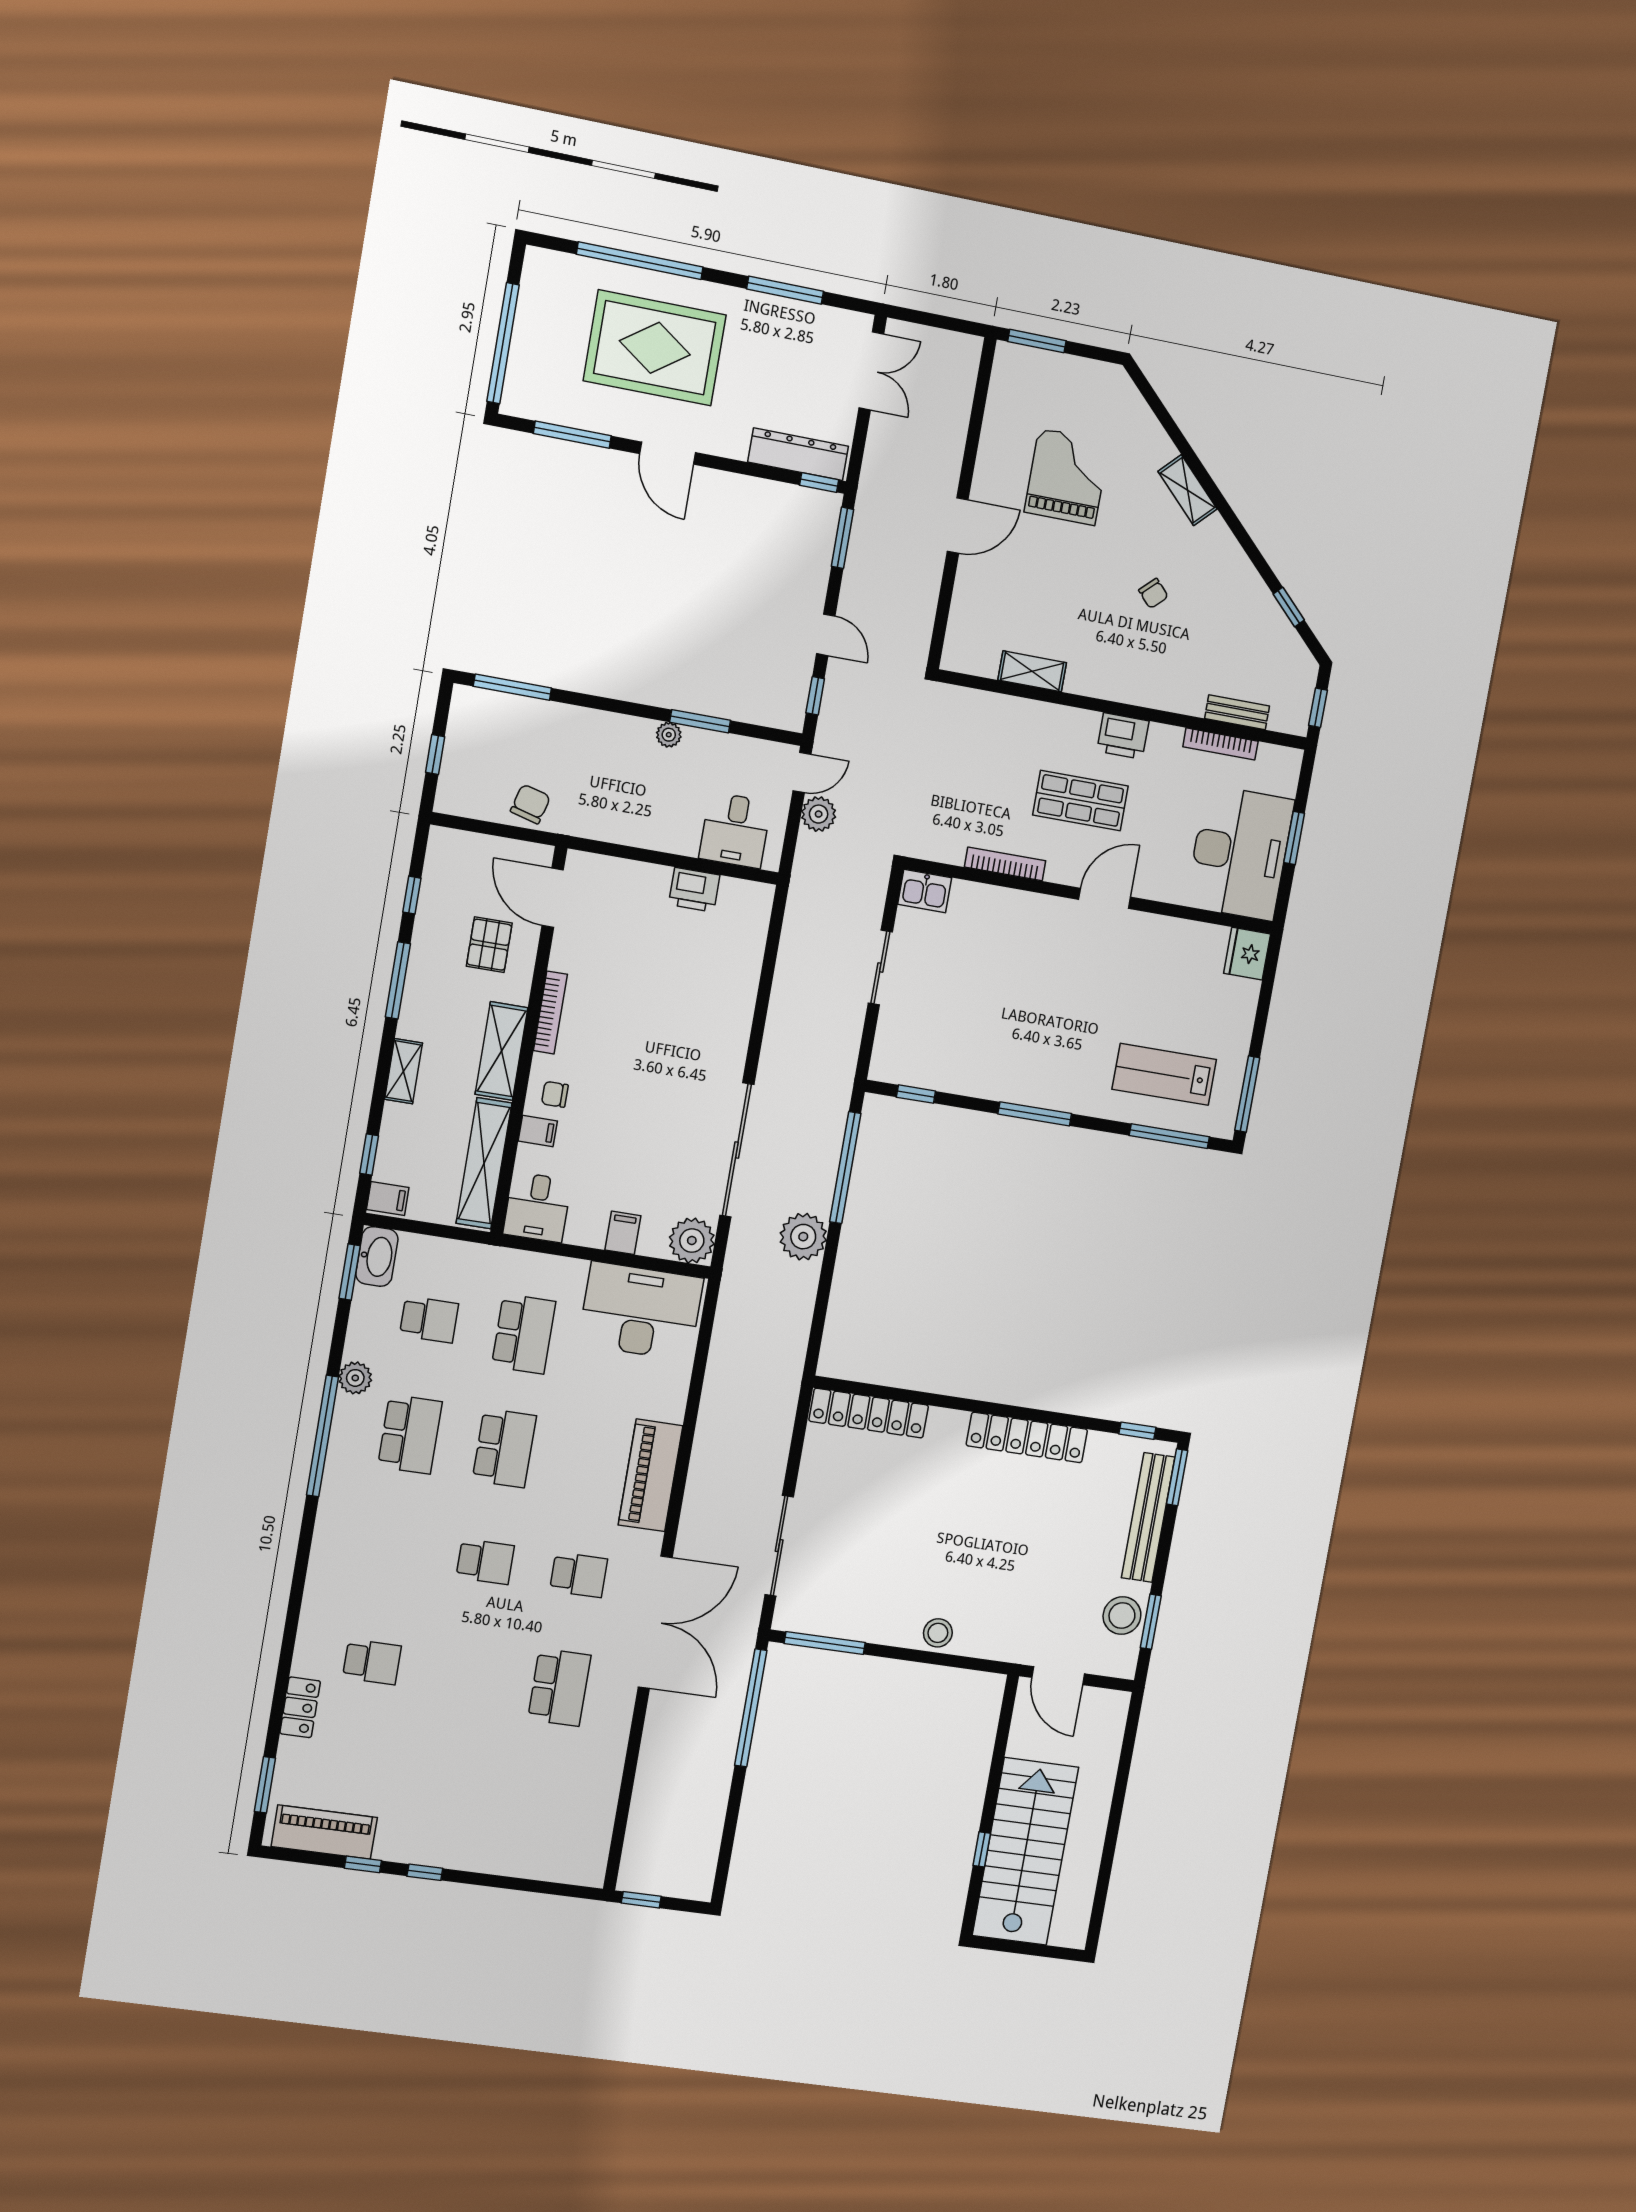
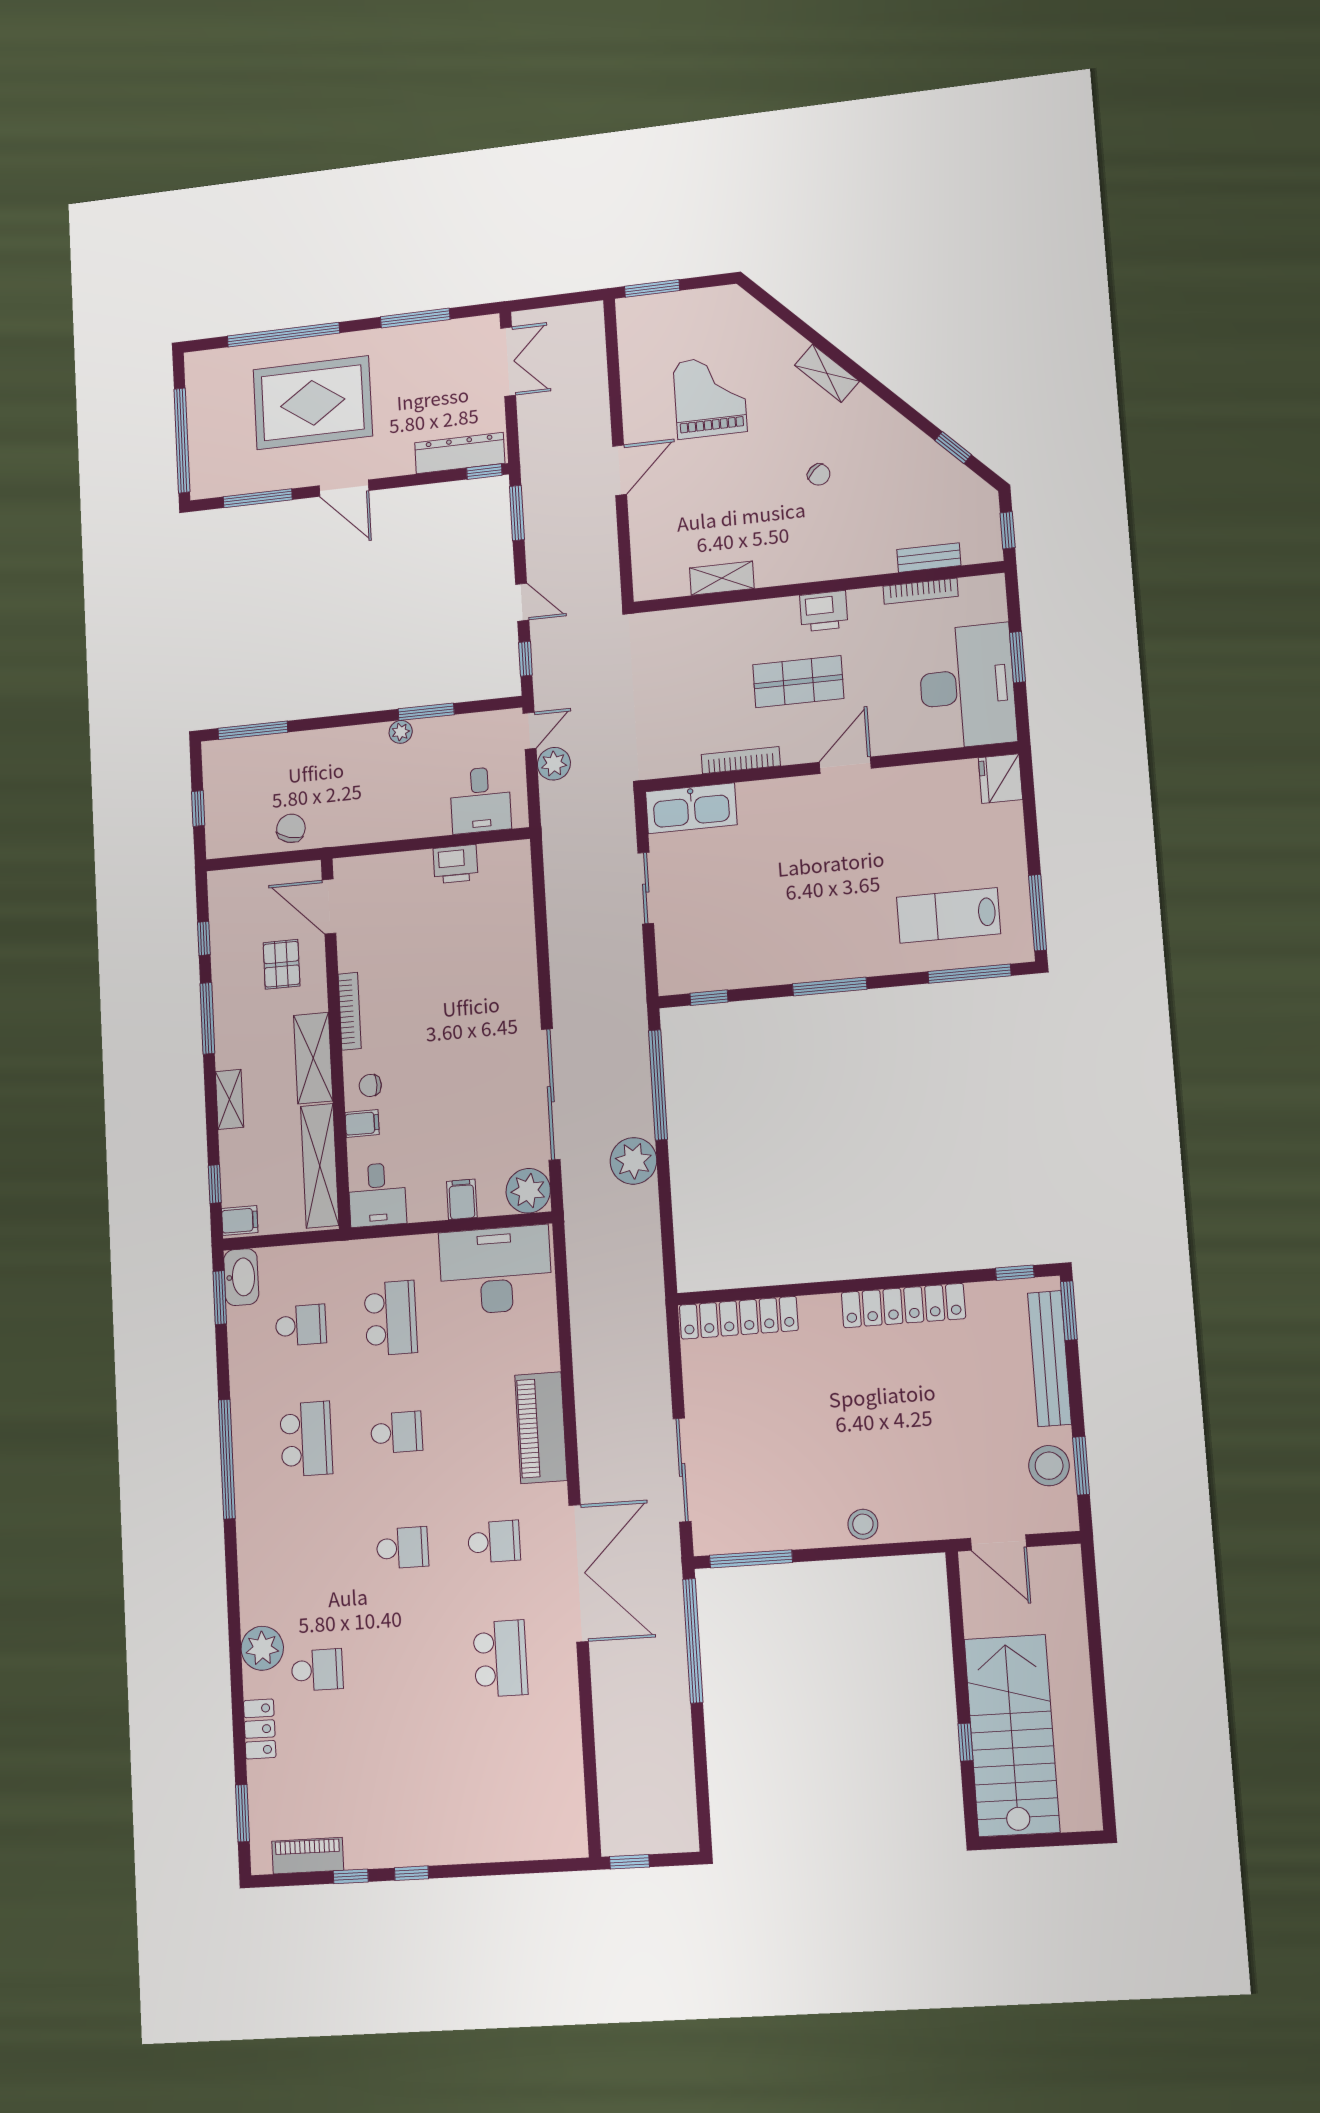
kitchen sink: (925, 891) -> (691, 808), width x1.88, depth x1.24
plant: (355, 1378) -> (262, 1648), moved, width x1.36, depth x1.36
school desk: (504, 1448) -> (397, 1432), width x0.54
piano: (324, 1832) -> (308, 1856), width x0.73, depth x0.75

